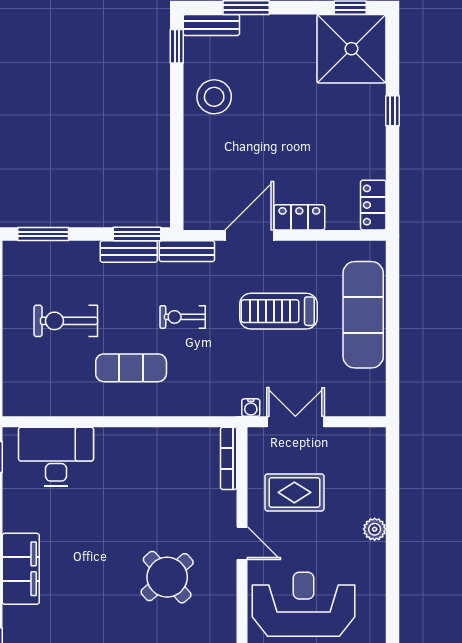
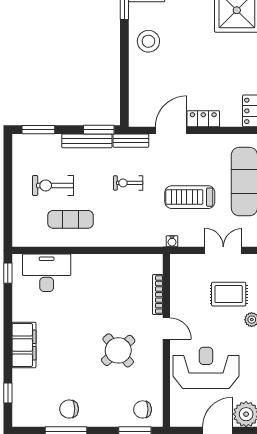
bench: (129, 252) -> (87, 141), width x1.36
treadmill: (279, 311) -> (190, 197), moved
exercise mat: (131, 368) -> (71, 219), moved
double door: (295, 422) -> (223, 250), moved
bookcase: (229, 458) -> (158, 295), moved
rug: (294, 492) -> (229, 294), moved

